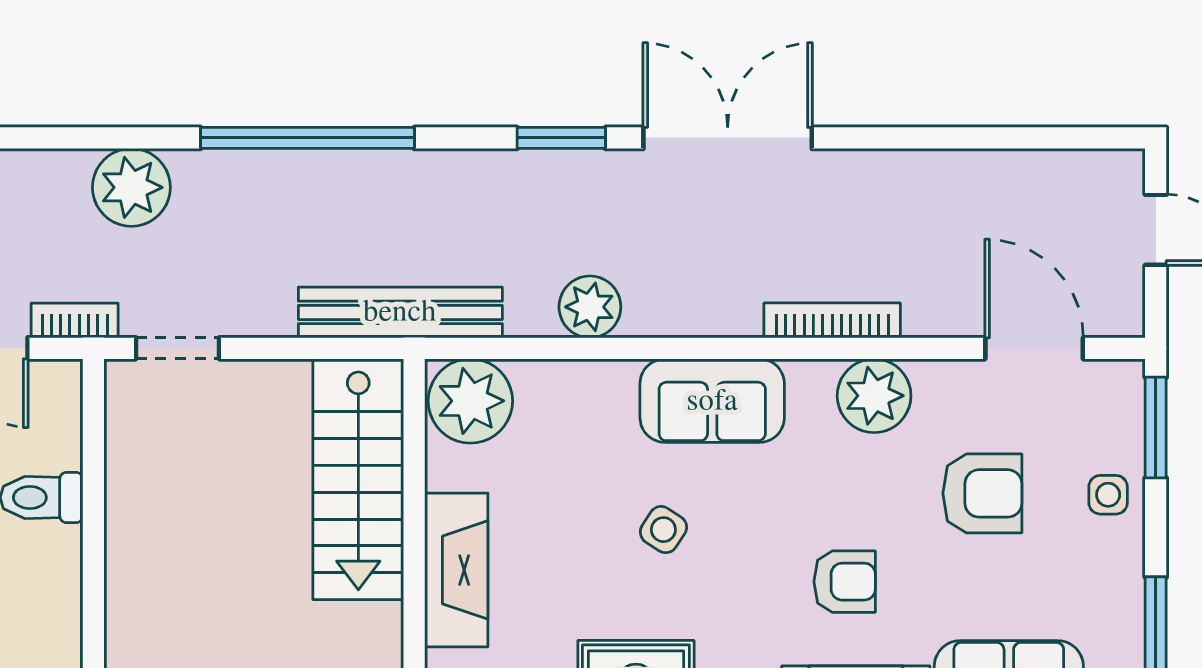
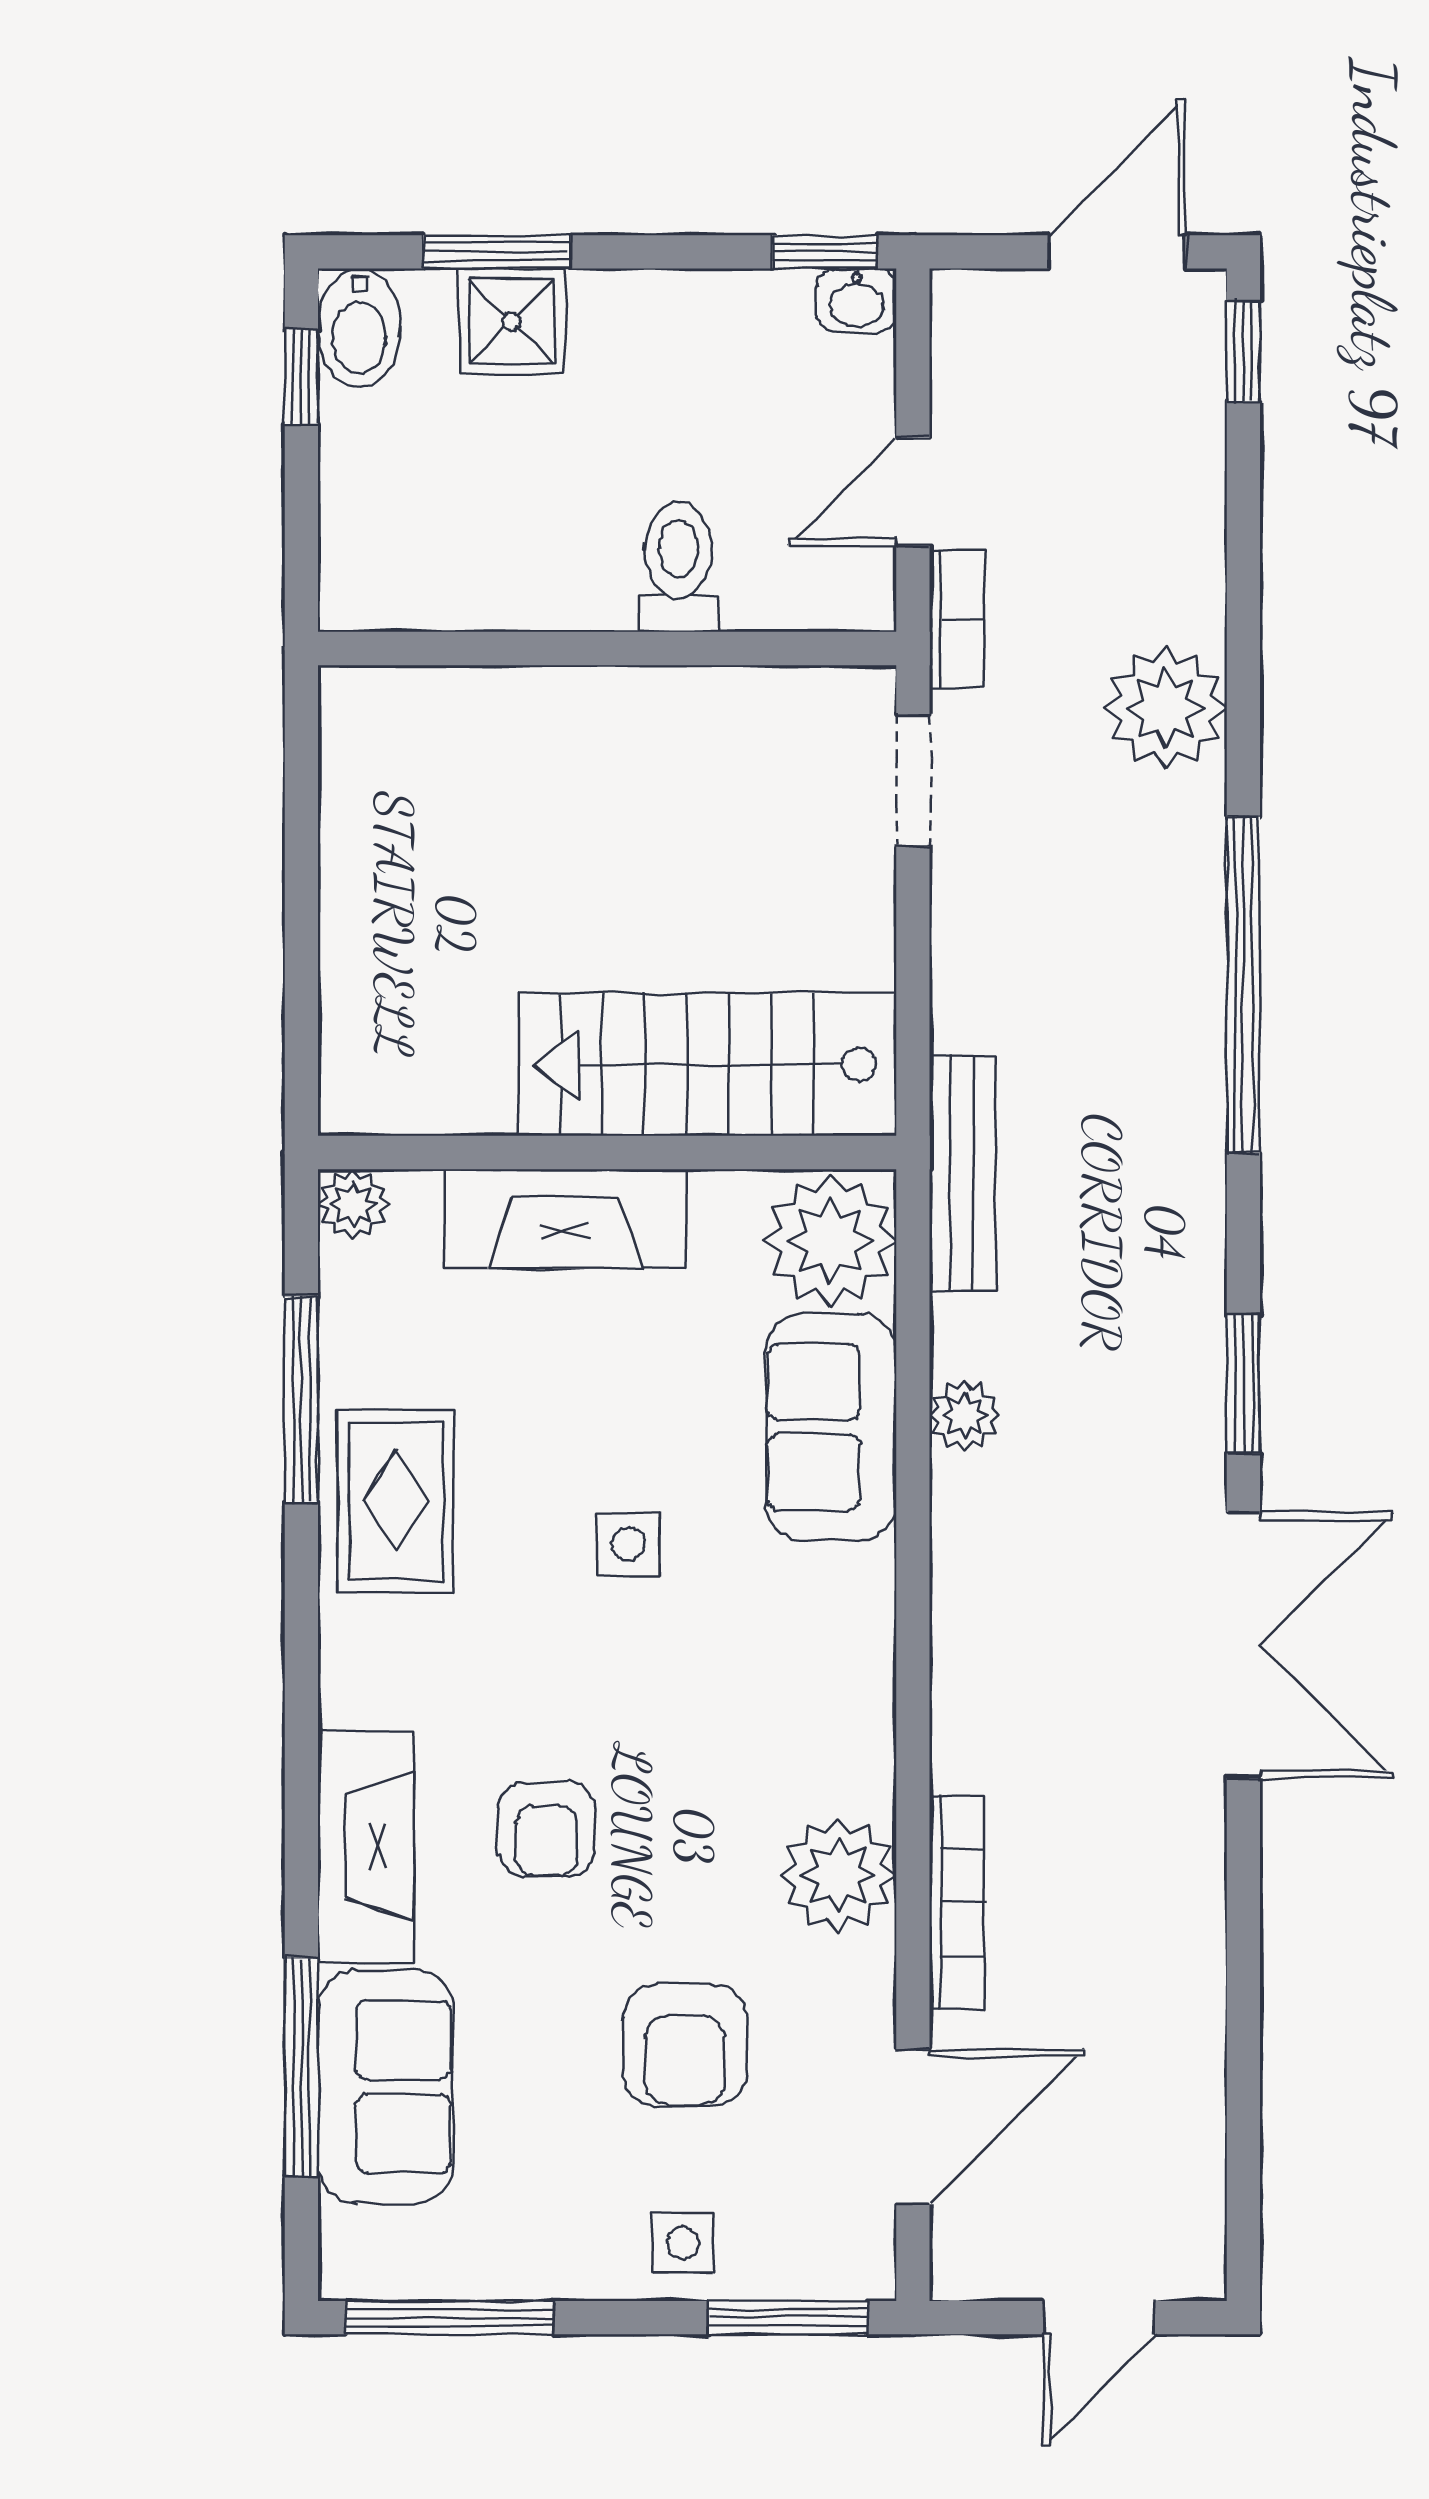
plant: (590, 307) -> (965, 1415), width x0.73, depth x0.73
bench: (400, 312) -> (962, 1174), width x0.73, depth x0.82
bookcase: (832, 320) -> (957, 1902), moved
sofa: (712, 401) -> (831, 1427), moved
side table: (663, 530) -> (628, 1544), turned -33

